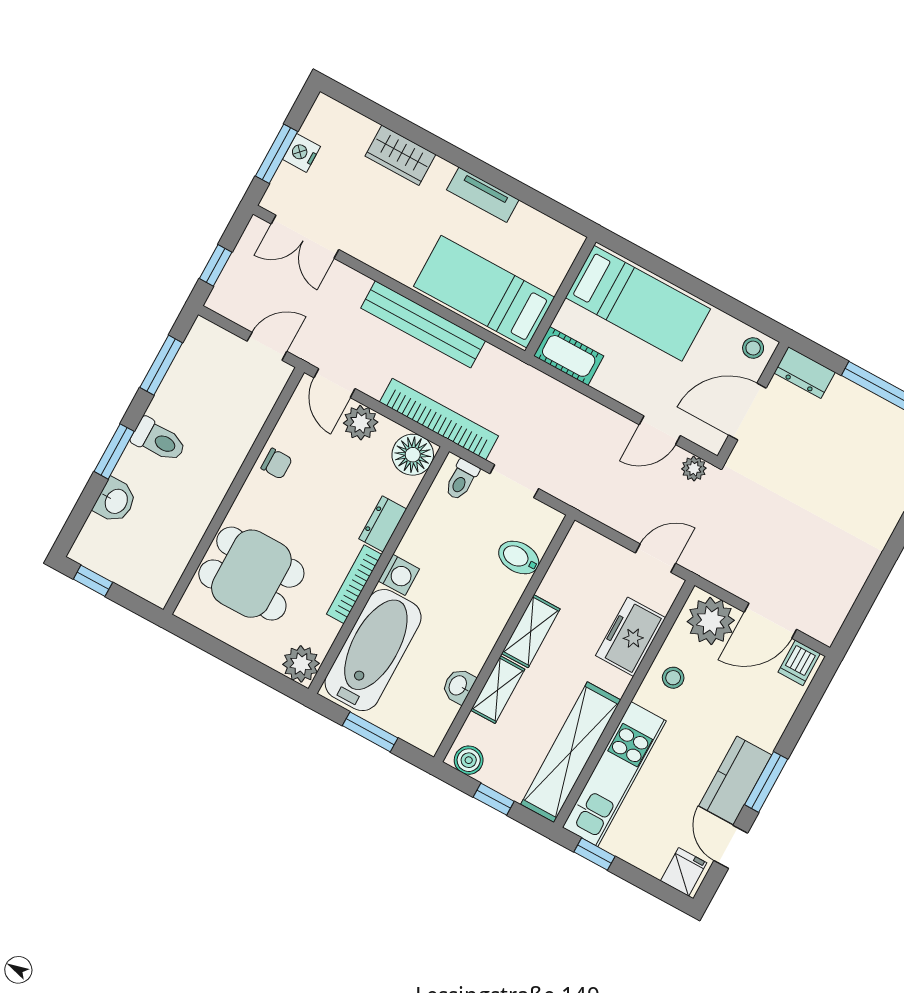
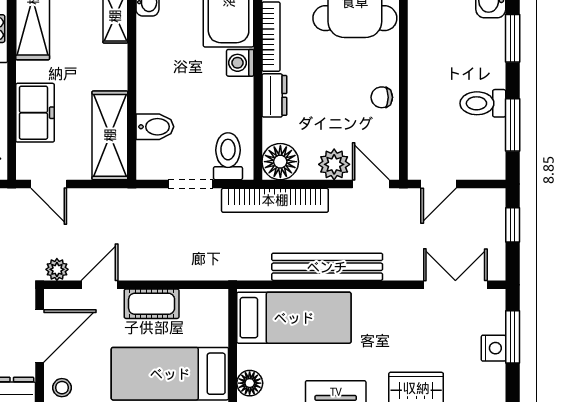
floor lamp: (564, 251) -> (250, 383), added
cot: (569, 356) -> (152, 304), moved
toilet: (159, 440) -> (483, 103), moved
toilet: (462, 480) -> (228, 156), width x1.37, depth x1.39
door: (656, 558) -> (49, 184), hinge flipped
shelving: (531, 631) -> (110, 135), moved, width x1.50, depth x1.33

